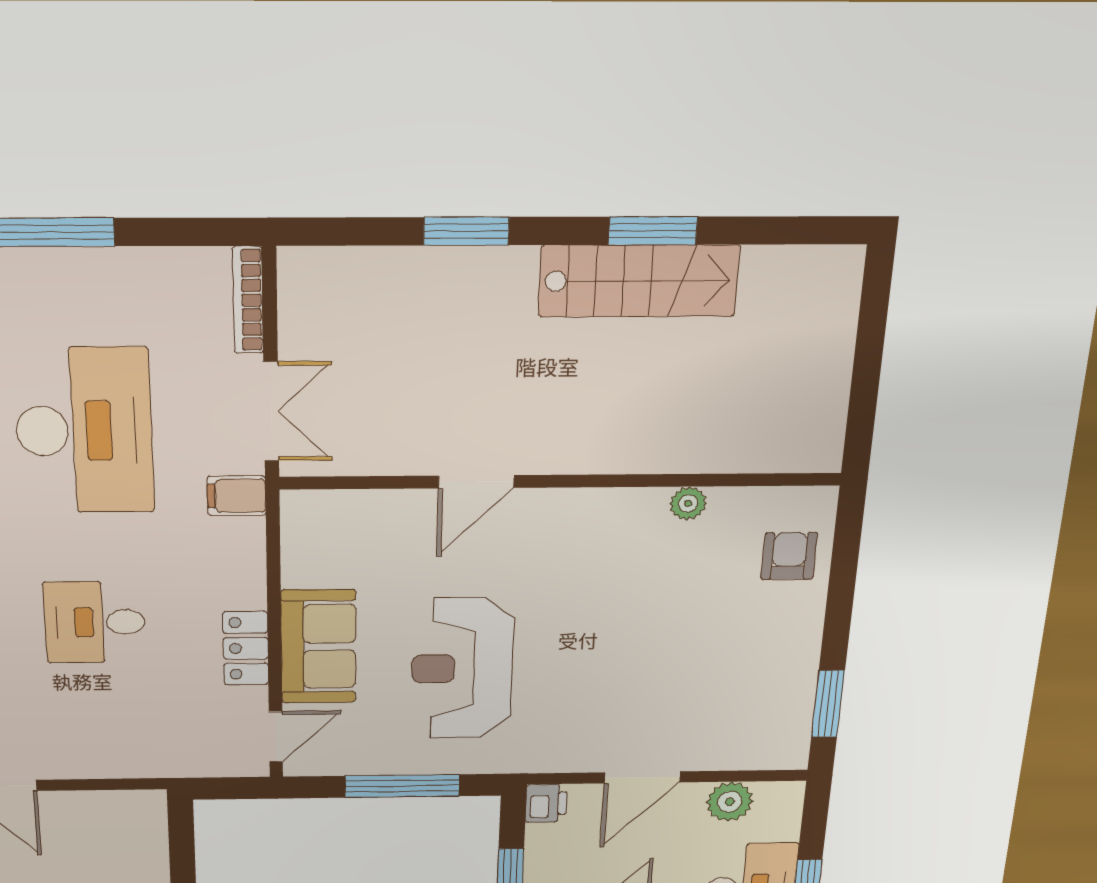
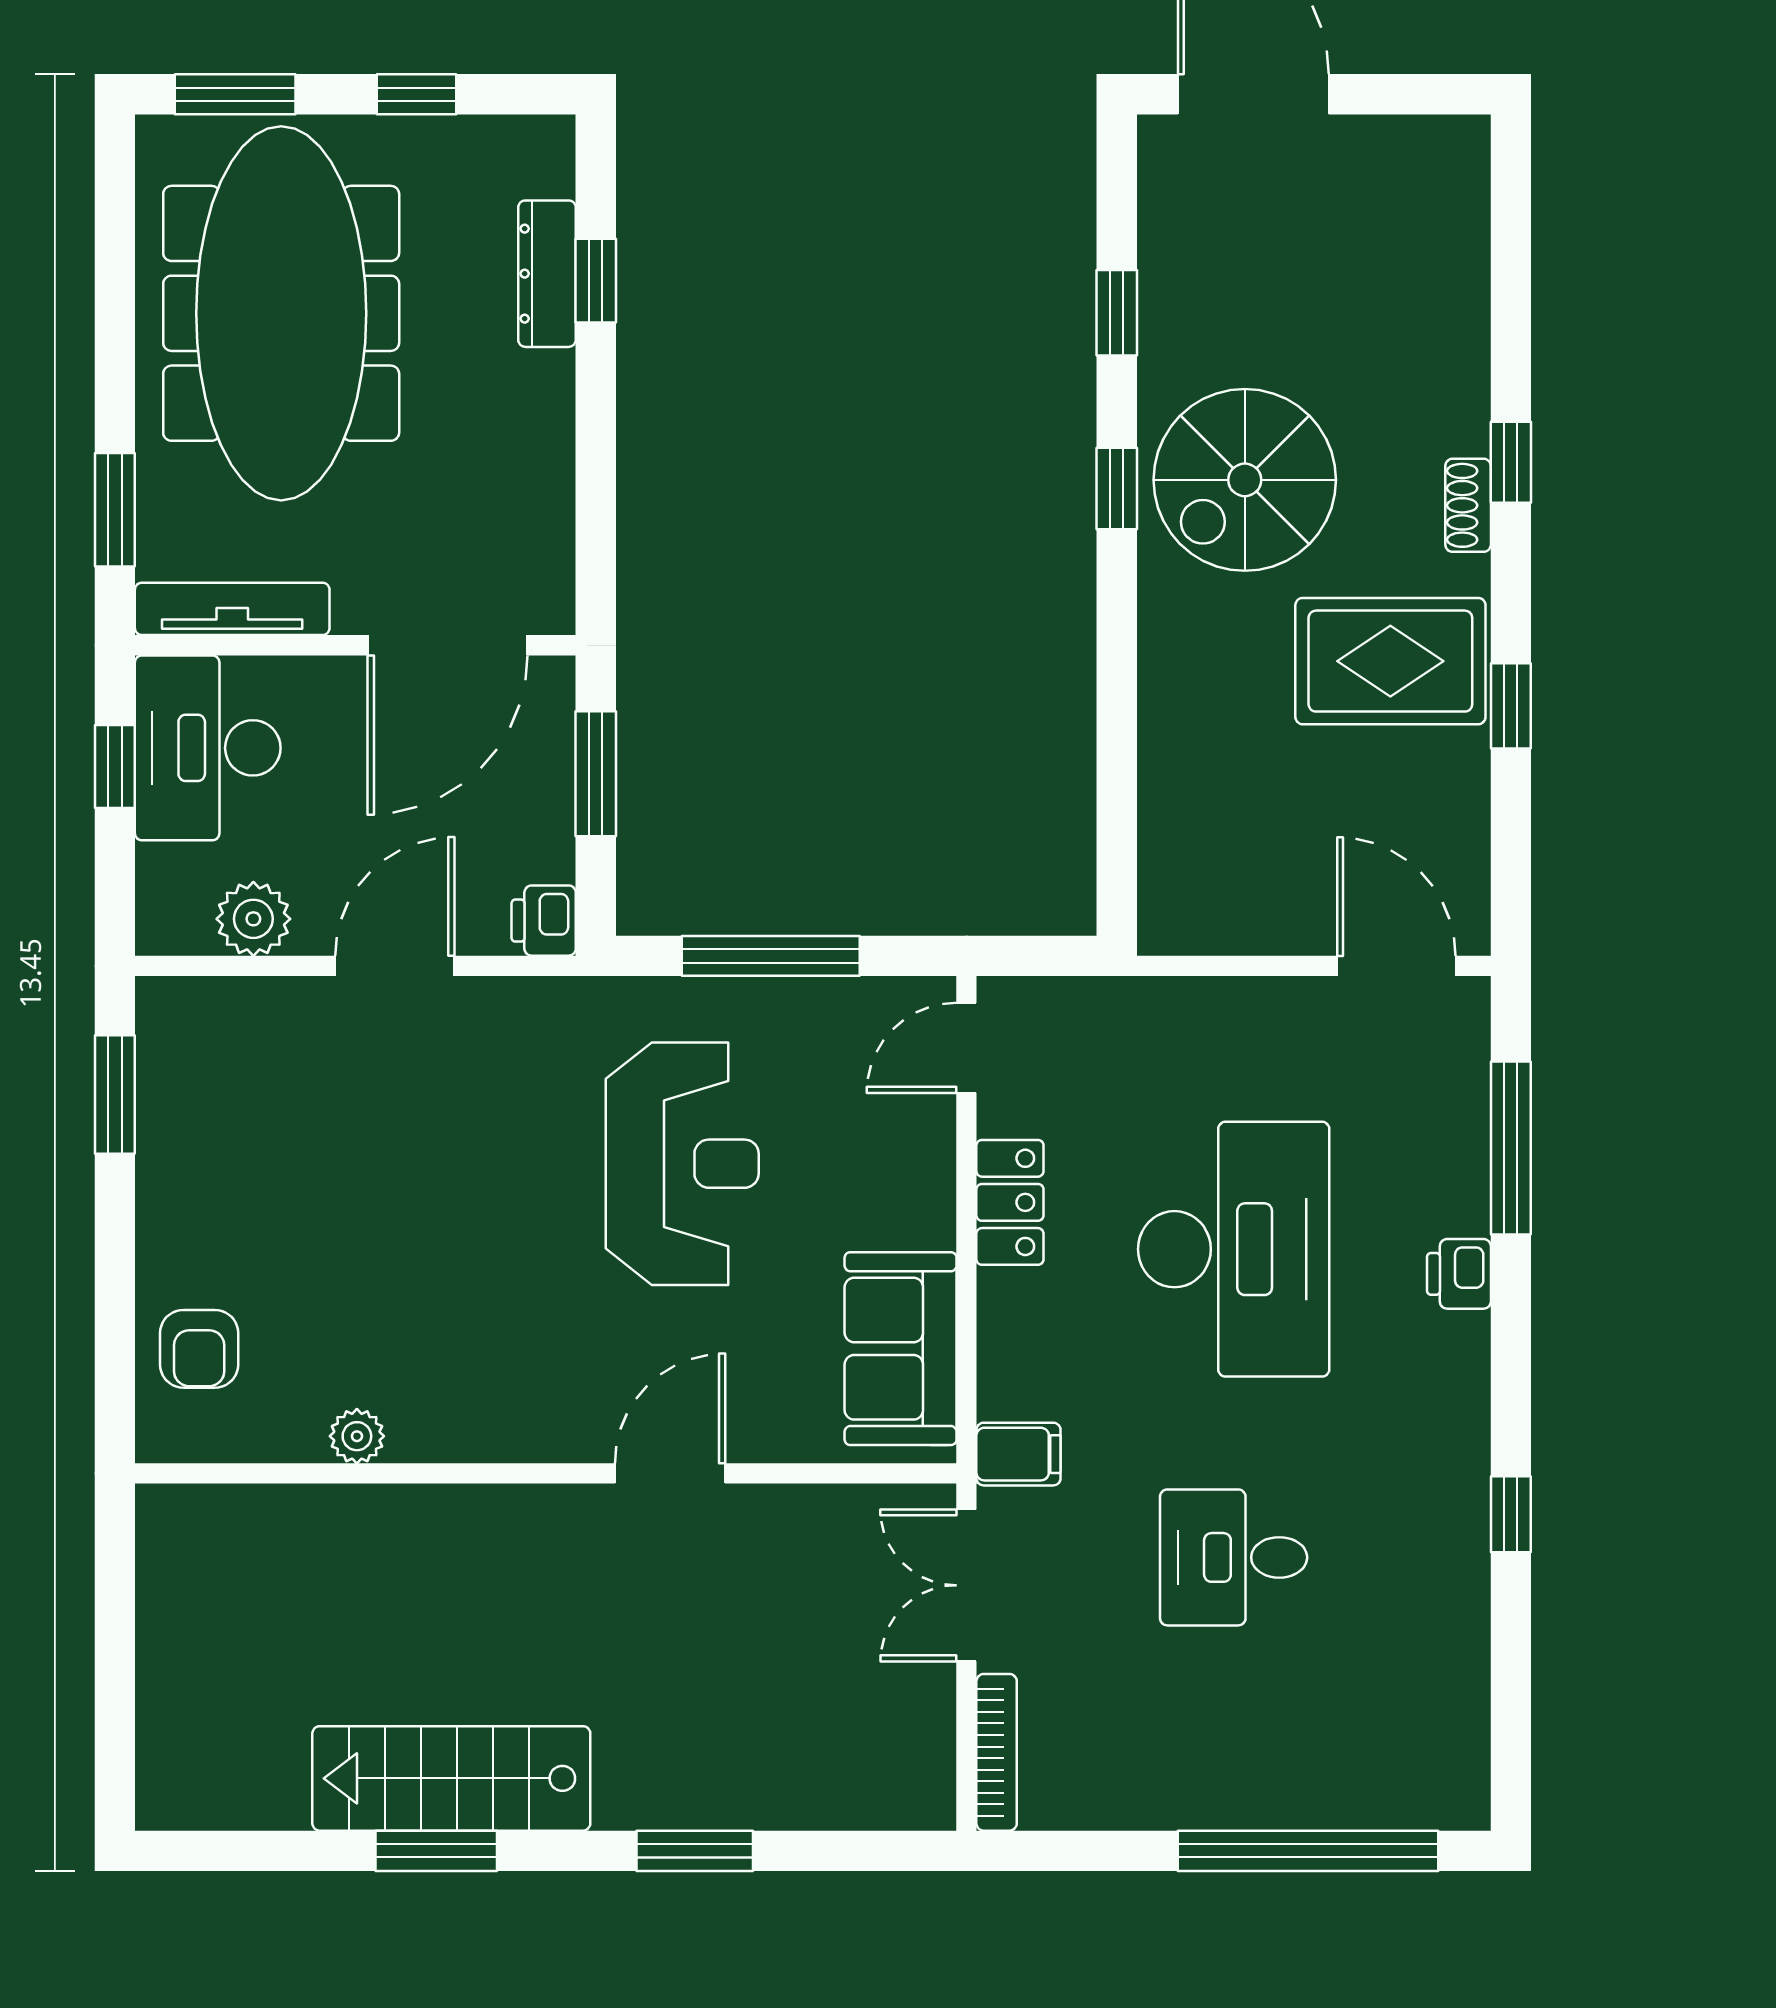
desk: (84, 431) -> (1234, 1557), width x0.53, depth x0.77
desk: (95, 622) -> (1234, 1249), width x1.87, depth x1.30
sofa: (318, 647) -> (901, 1349), moved

